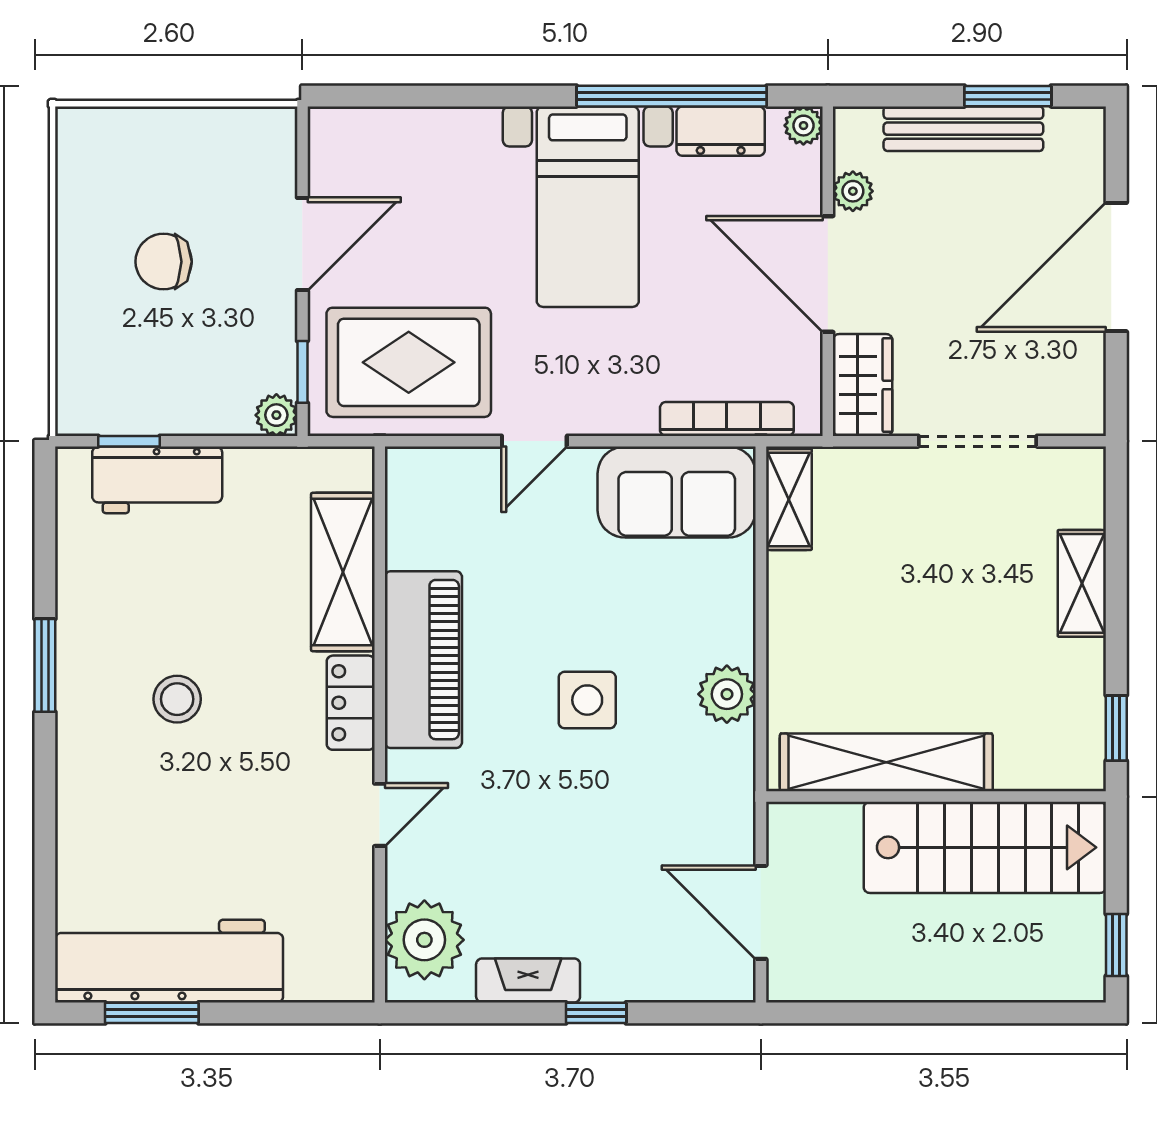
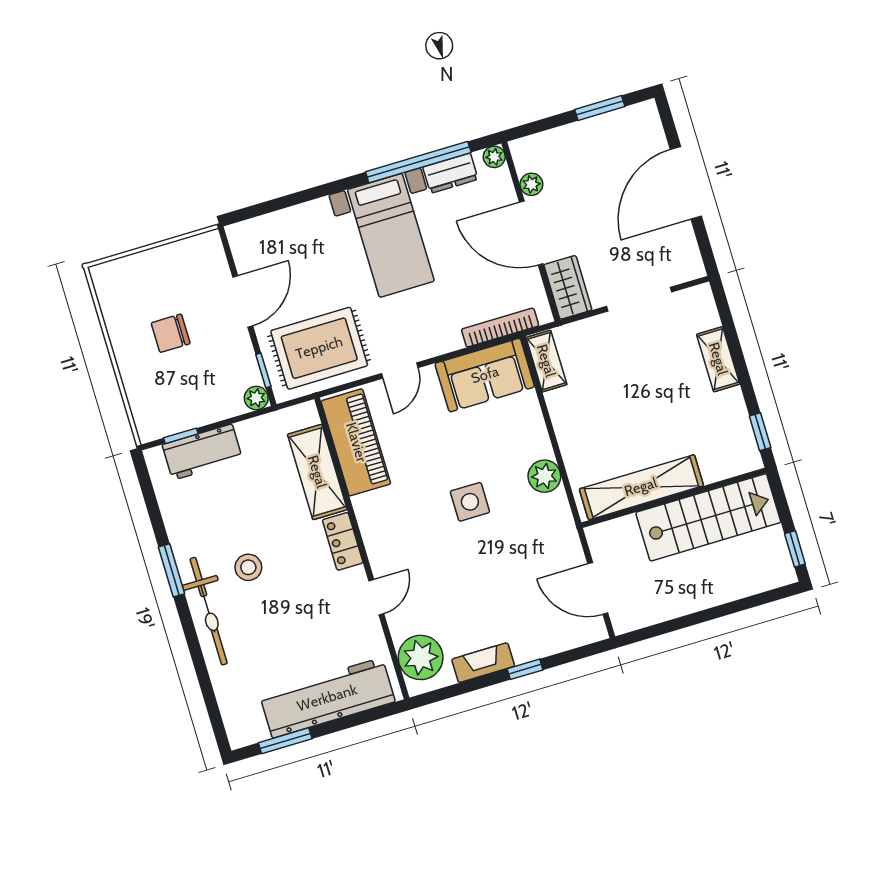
bench: (963, 129) -> (581, 133), removed
piano: (423, 660) -> (356, 442), moved
bicycle: (87, 754) -> (209, 611), added
workbench: (169, 961) -> (327, 698), moved

